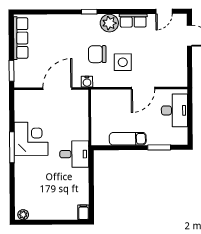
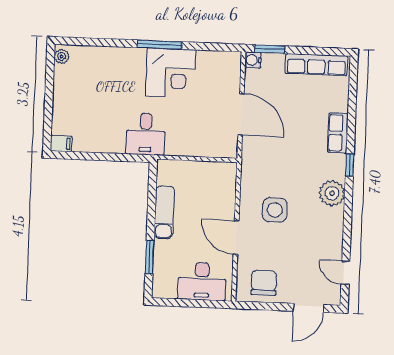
row of seats: (133, 21) -> (338, 133), moved
chair: (97, 54) -> (264, 283), moved
water cooler: (87, 82) -> (253, 60), moved

